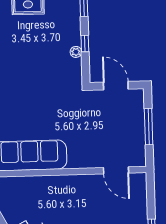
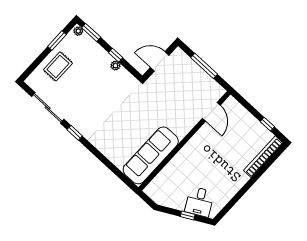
door: (116, 170) -> (211, 112), hinge flipped

